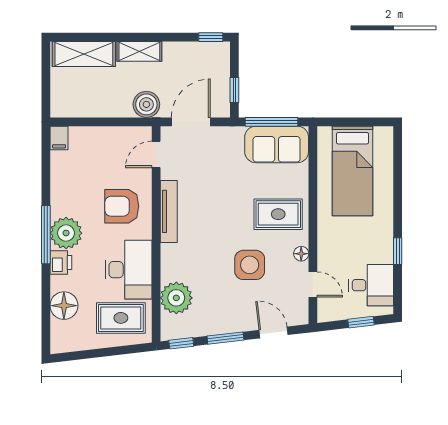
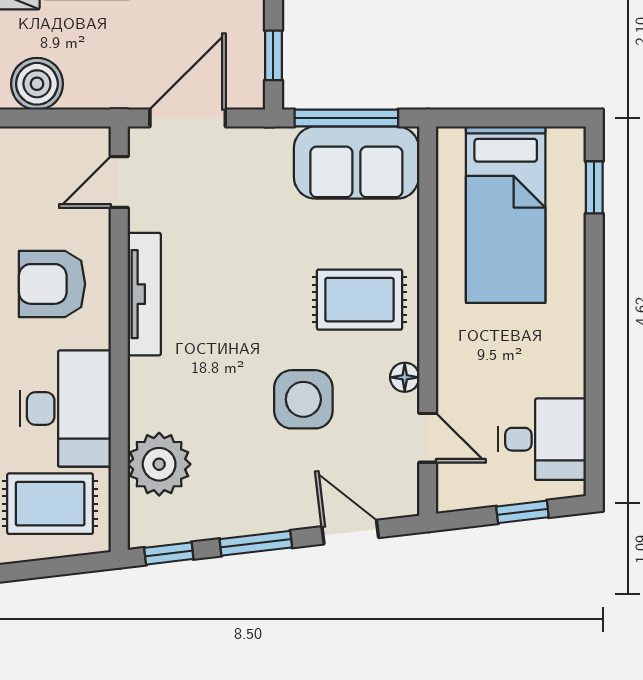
boiler: (146, 104) -> (37, 84), moved
window: (398, 251) -> (594, 187), moved

